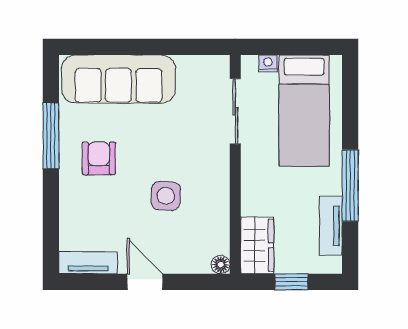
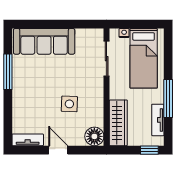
armchair: (99, 158) -> (33, 84), removed
wardrobe: (257, 245) -> (118, 123), width x1.50
floor lamp: (221, 265) -> (94, 136), width x1.89, depth x1.89
window: (291, 282) -> (149, 150), moved

